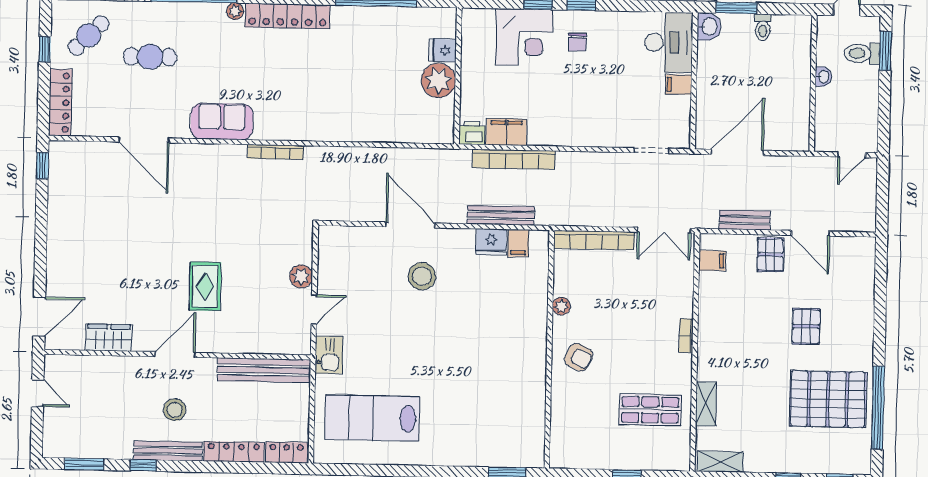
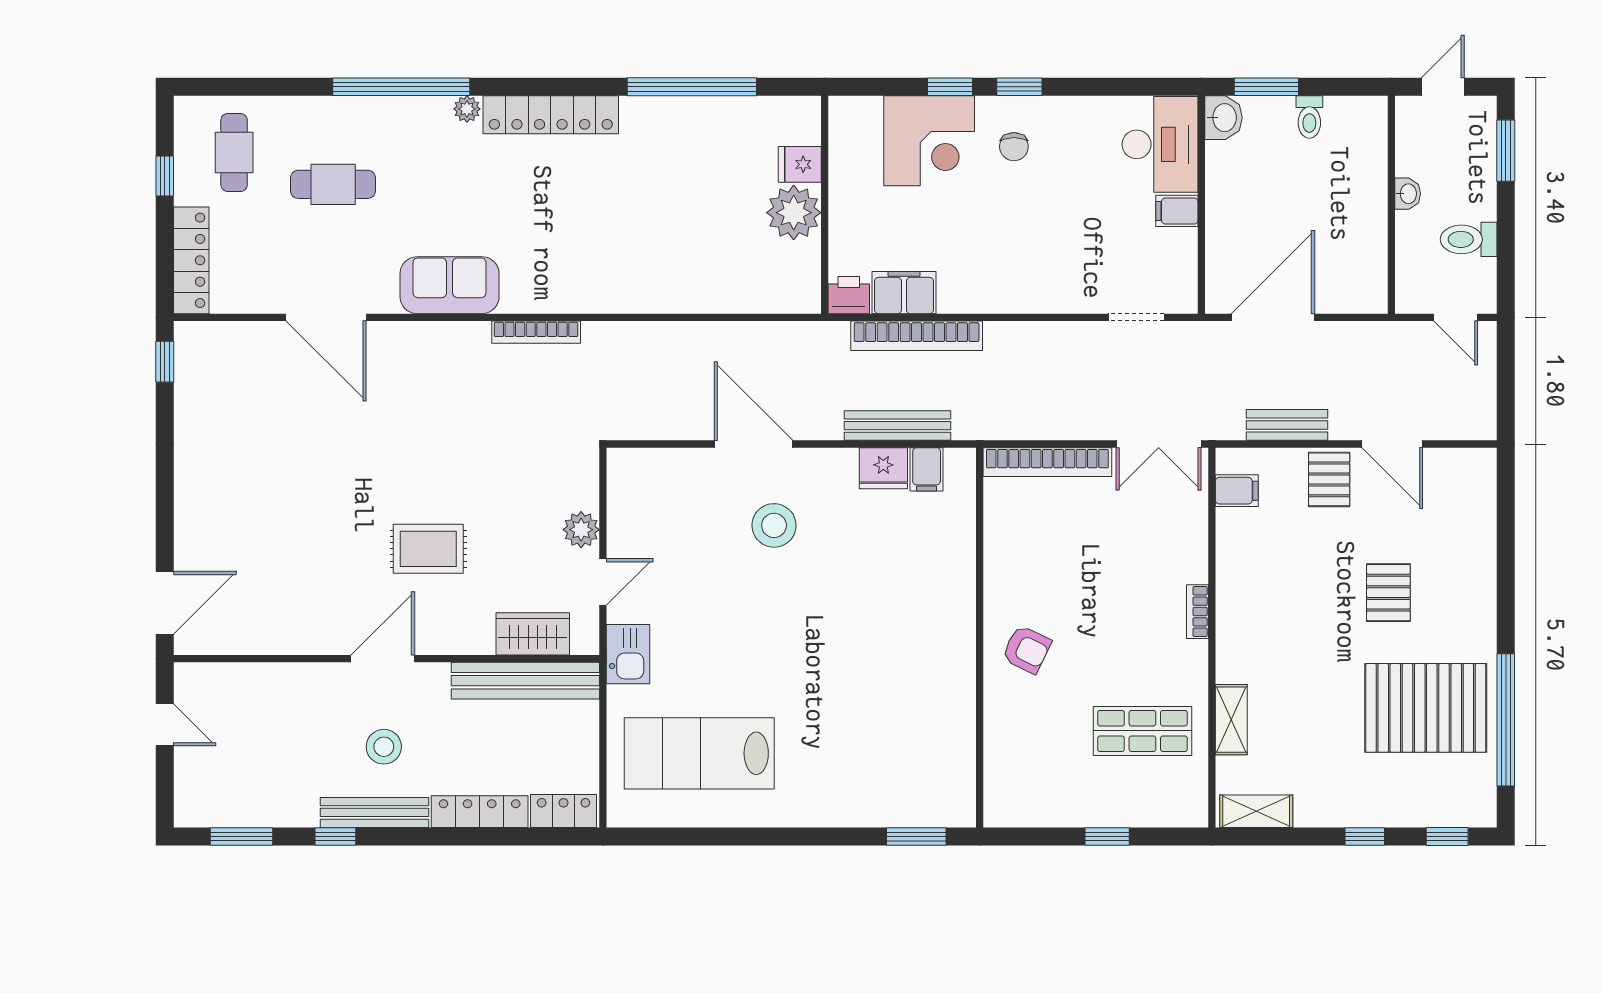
cafe table: (89, 35) -> (234, 152), turned -45
toilet: (862, 53) -> (1469, 239), moved
door: (852, 155) -> (1456, 317), hinge flipped
rug: (205, 286) -> (428, 549), turned 90
plant: (561, 306) -> (997, 568), removed
wardrobe: (109, 338) -> (533, 634), moved

